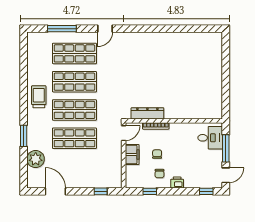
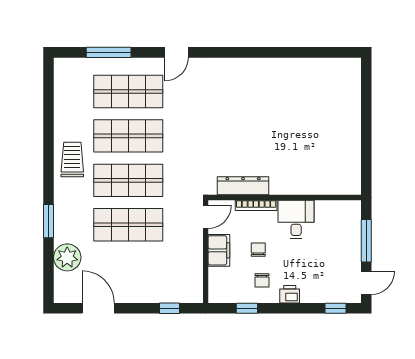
desk: (210, 138) -> (296, 219), moved, turned -90

